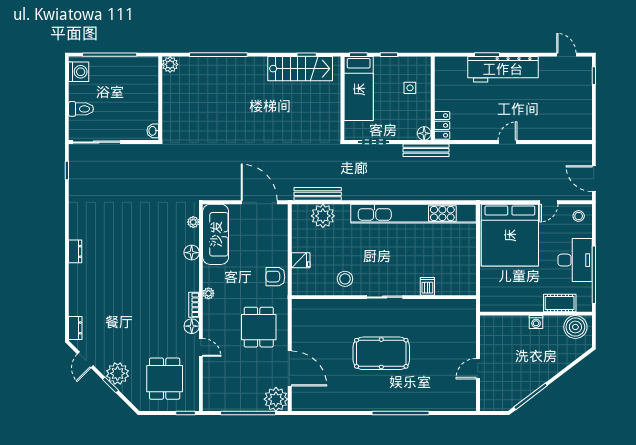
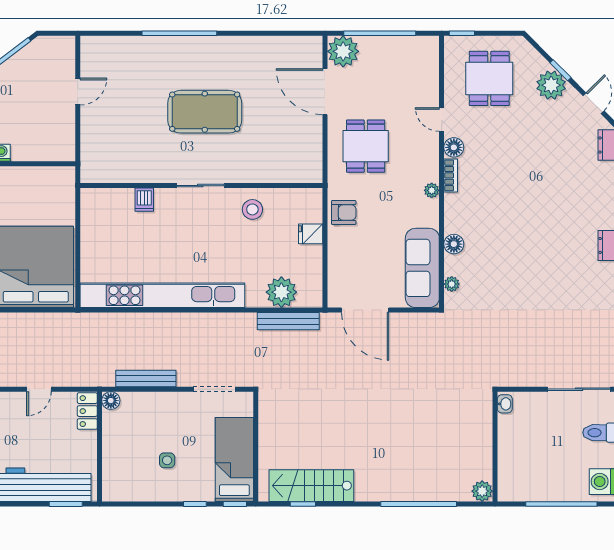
wall: (433, 98) -> (99, 447), moved
locker: (442, 125) -> (87, 411), moved
floor lamp: (424, 133) -> (111, 401), moved

